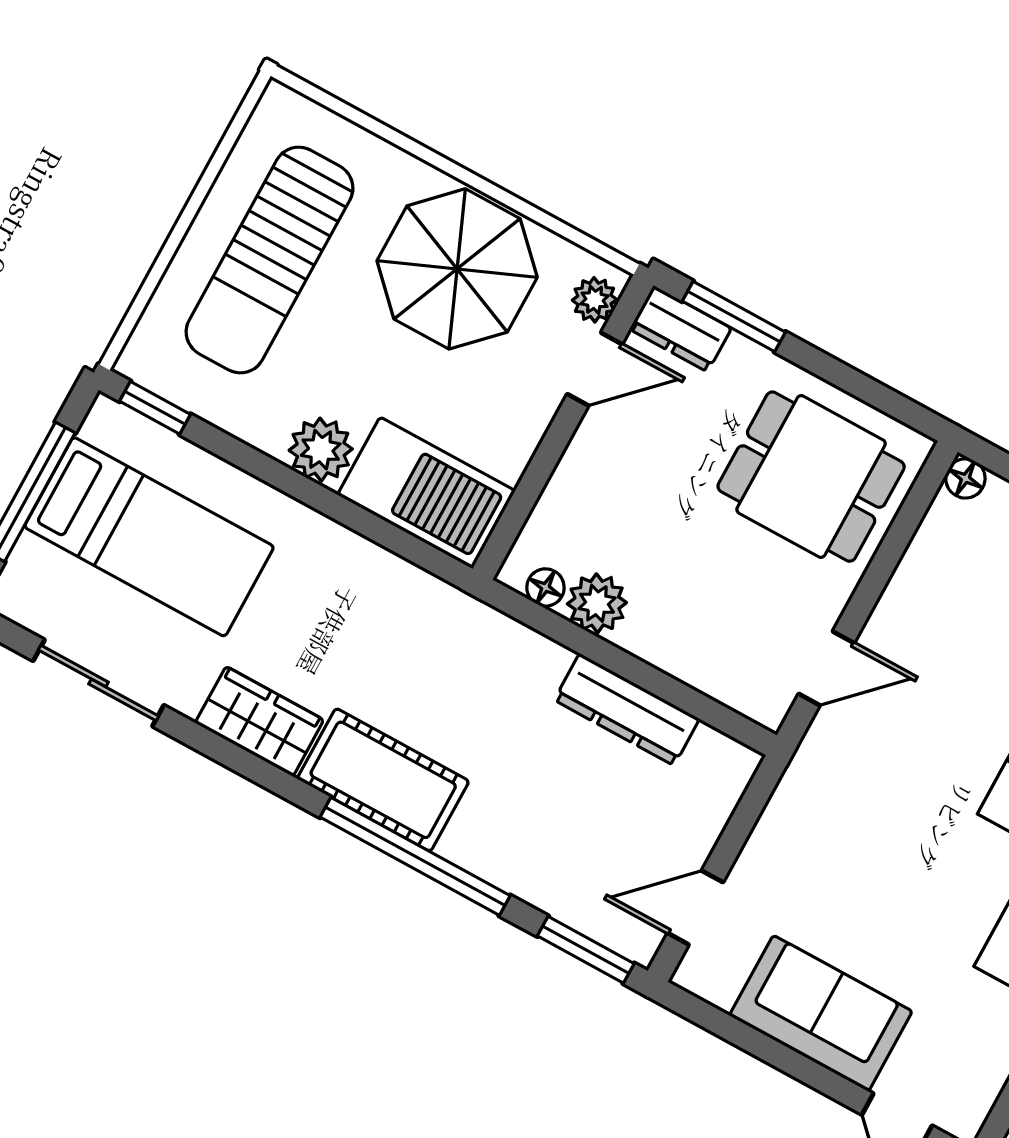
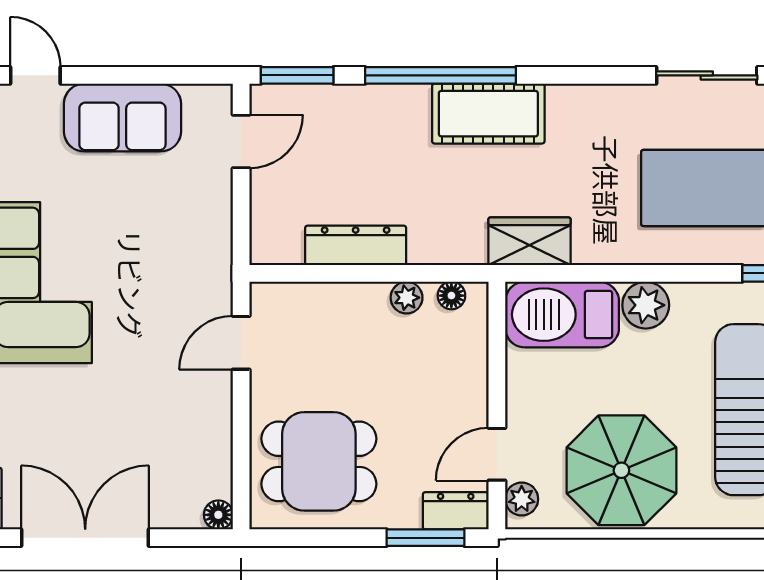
plant: (597, 603) -> (407, 298), width x0.73, depth x0.73
wardrobe: (259, 721) -> (529, 241), moved, turned 180

